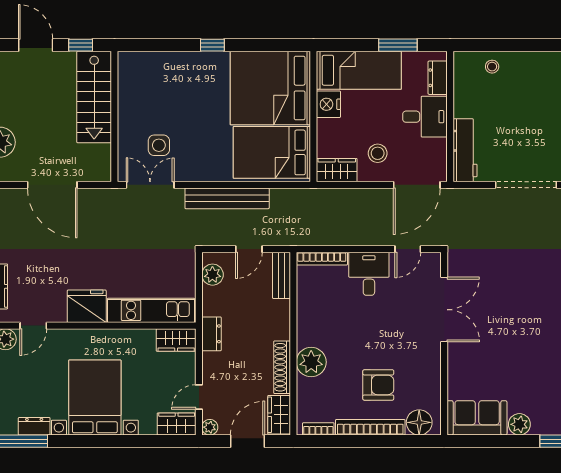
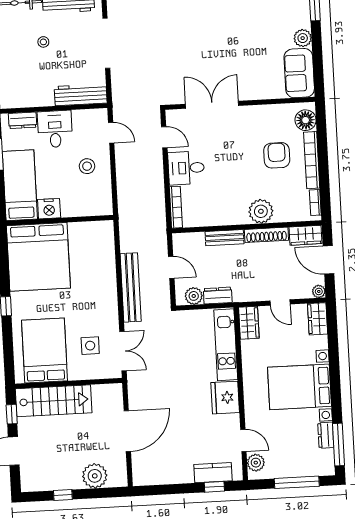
stool: (492, 67) -> (43, 42), moved
bed: (272, 152) -> (45, 351), moved, turned 180
wardrobe: (337, 170) -> (103, 199), removed
double door: (150, 185) -> (123, 351), swing flipped
door: (417, 185) -> (111, 133), width x0.53
bench: (281, 275) -> (225, 238), moved
dresser: (211, 334) -> (218, 296), moved
door: (199, 397) -> (280, 303), moved

